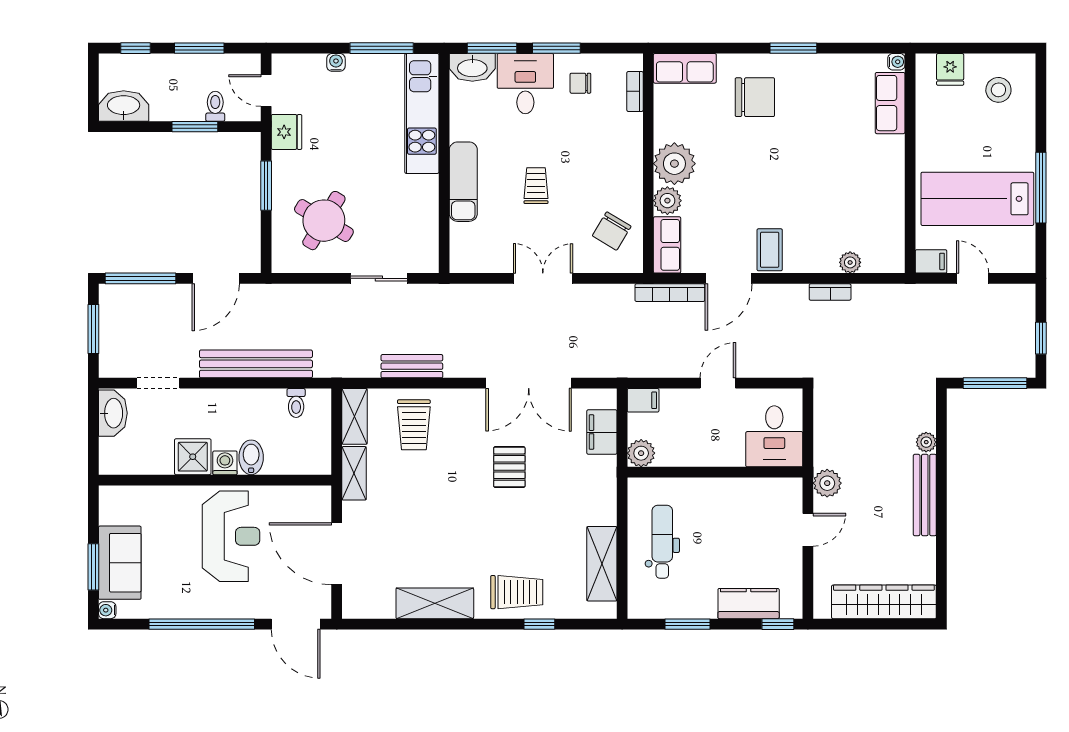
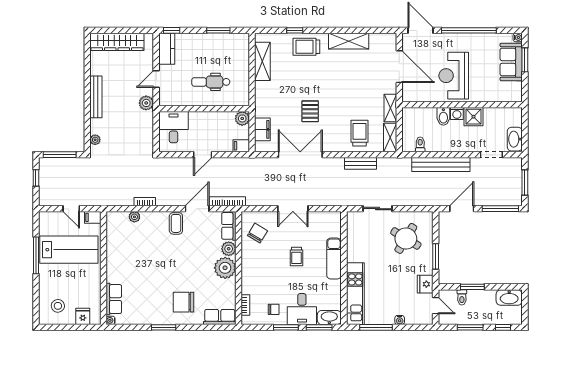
plant: (926, 442) -> (95, 140), moved
dental chair: (662, 542) -> (211, 82), moved, turned 90
kitchen counter: (749, 604) -> (167, 49), moved, turned -90

